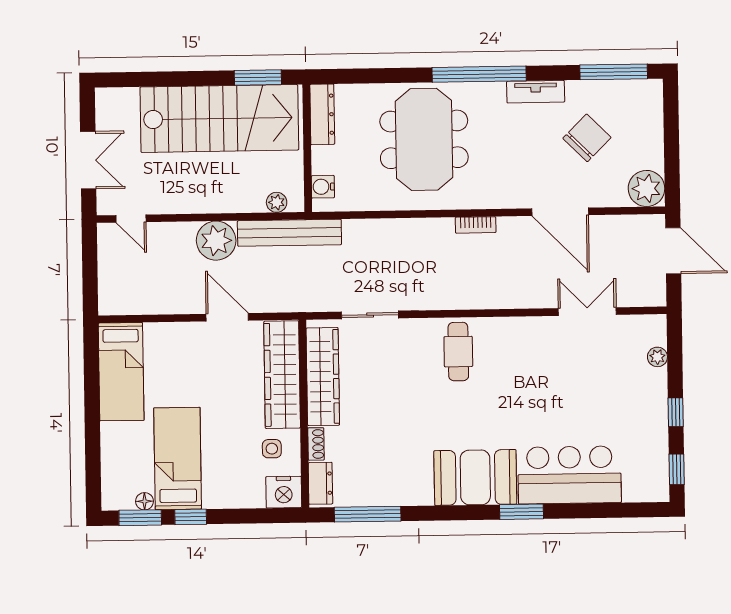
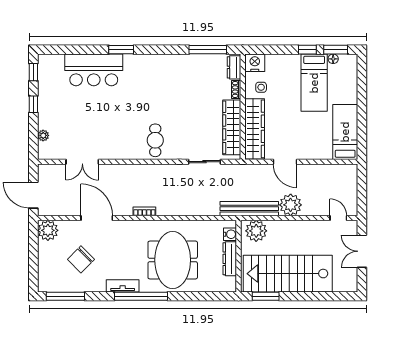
tv unit: (536, 92) -> (123, 286), moved
dresser: (322, 114) -> (230, 259), moved
plant: (277, 202) -> (256, 231), width x1.87, depth x1.87
booth: (475, 477) -> (147, 69), removed

